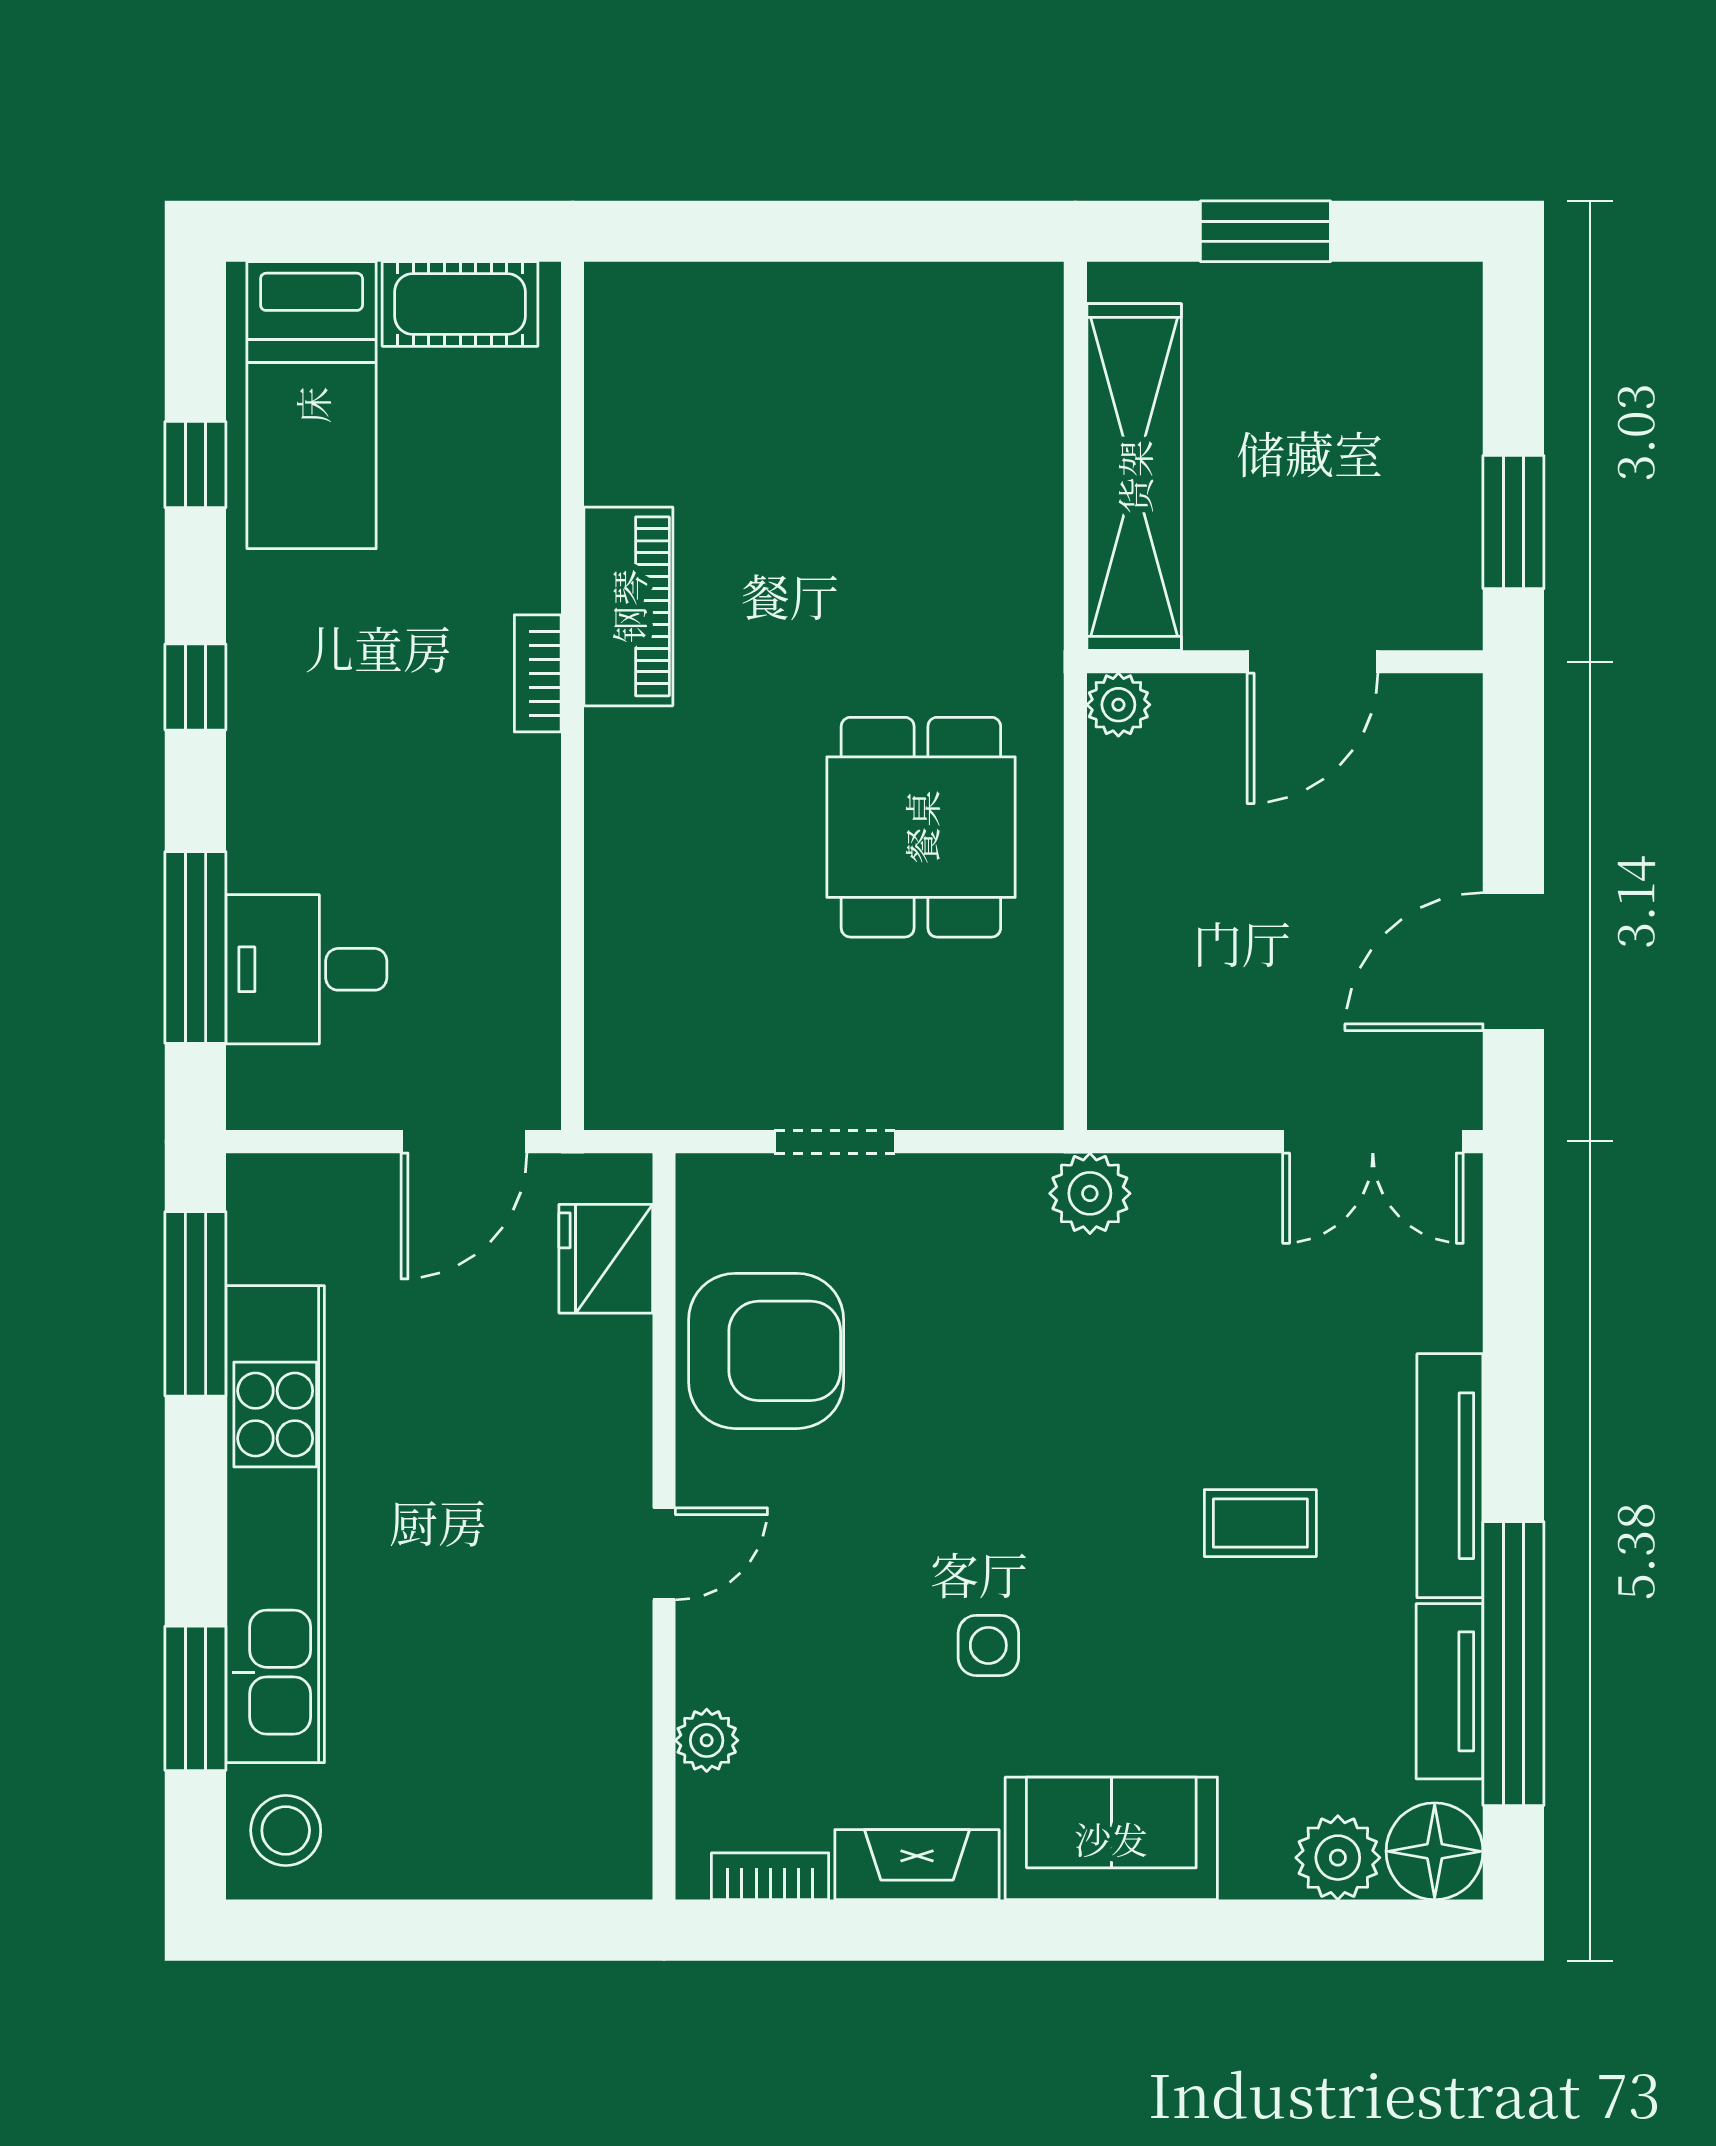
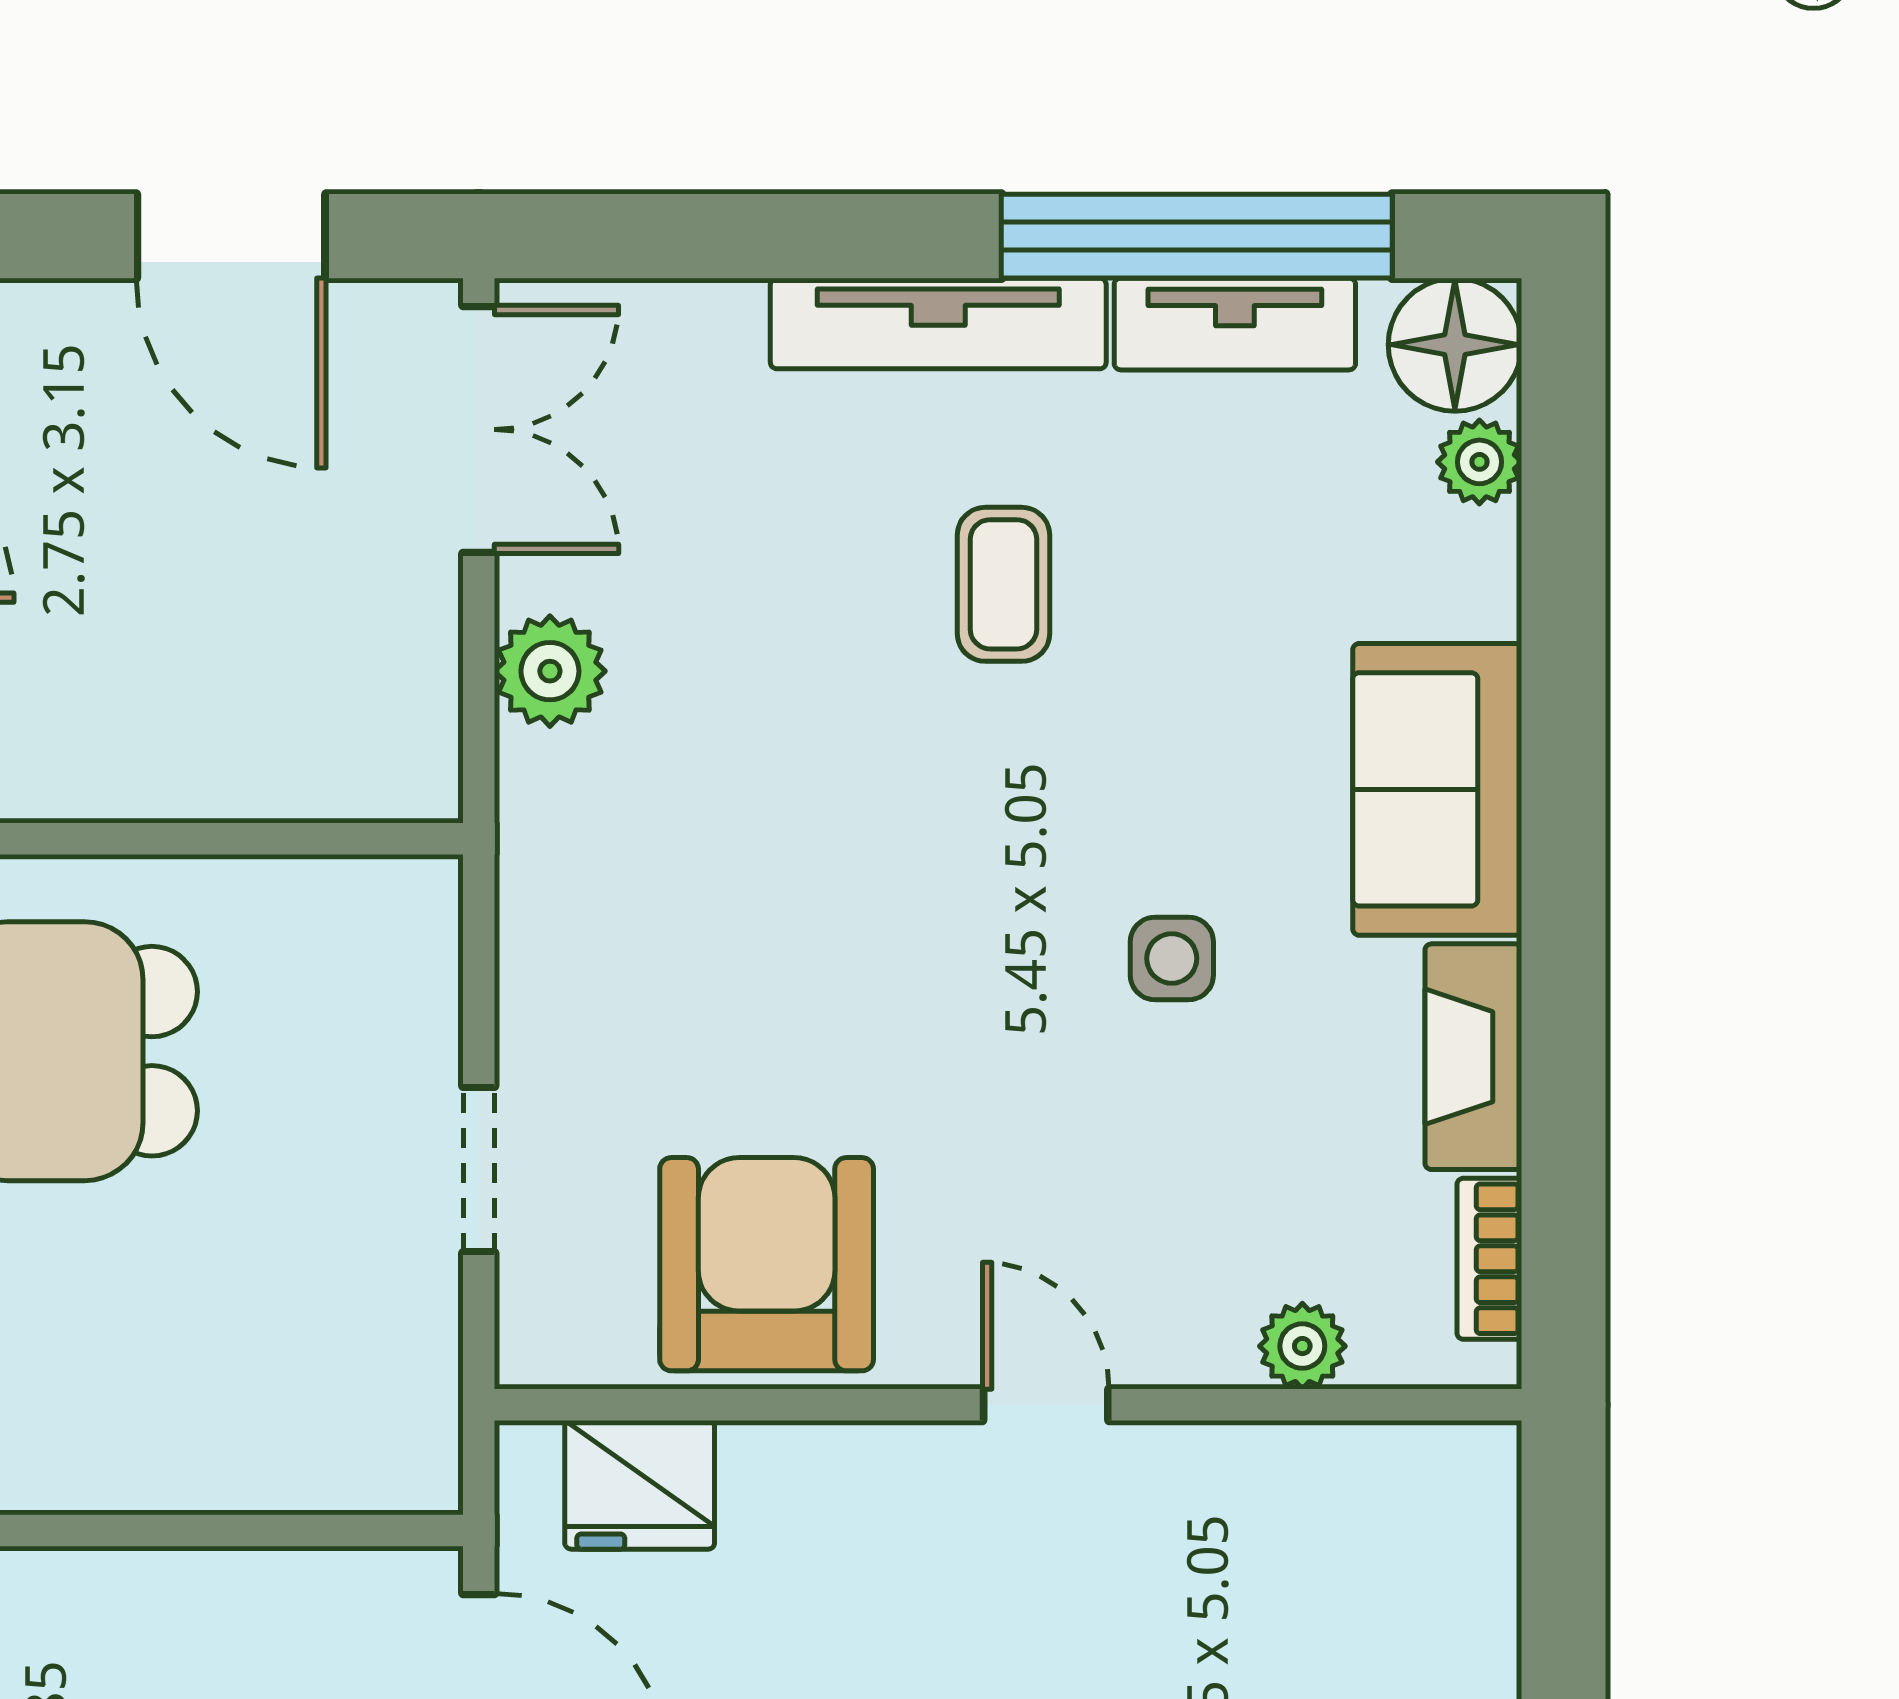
plant: (1090, 1193) -> (550, 671), moved
plant: (1338, 1858) -> (1479, 462), width x0.73, depth x0.73

